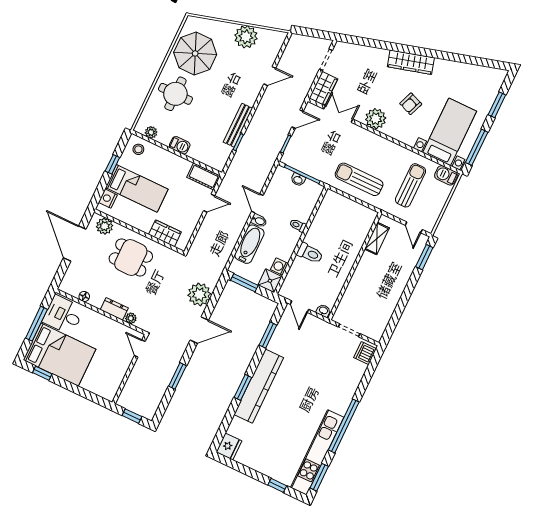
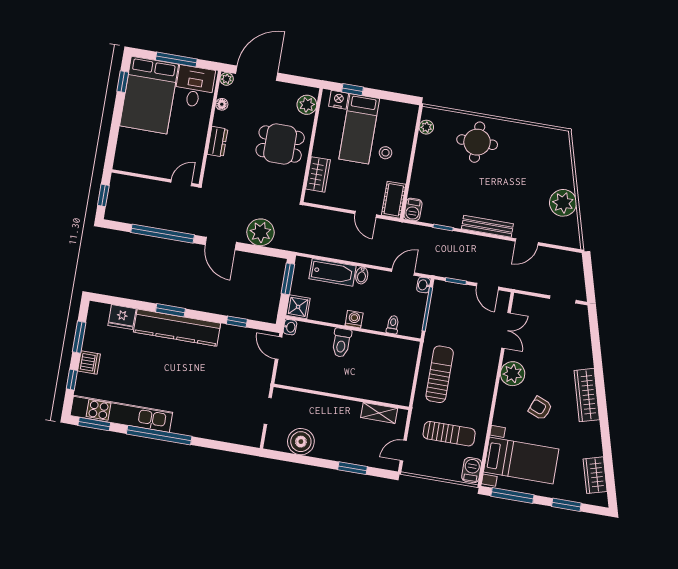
parasol: (195, 53) -> (528, 151), removed
door: (270, 76) -> (527, 242), hinge flipped
wardrobe: (323, 89) -> (595, 475), moved, turned 74
bench: (238, 125) -> (487, 226), moved
barbecue: (180, 145) -> (413, 209), moved
stool: (138, 149) -> (386, 153), moved
window: (112, 164) -> (352, 90), moved
washbasin: (298, 180) -> (424, 285), moved
door: (257, 203) -> (403, 272), moved
toilet: (298, 225) -> (393, 325), moved
door: (75, 243) -> (257, 73), moved
dining table: (131, 257) -> (280, 144), turned 90
window: (424, 257) -> (353, 468), moved
washing machine: (279, 267) -> (354, 319), moved
door: (300, 307) -> (279, 348), hinge flipped
boiler: (382, 310) -> (301, 442), added
washbasin: (323, 311) -> (290, 327), moved
plant: (131, 318) -> (227, 79), moved
window: (268, 335) -> (237, 322), width x0.67
dishwasher: (365, 353) -> (89, 363), moved, turned 90
window: (177, 376) -> (163, 234), width x2.11
fridge: (229, 446) -> (122, 317), moved
window: (244, 469) -> (79, 337), added

